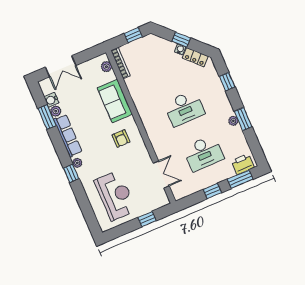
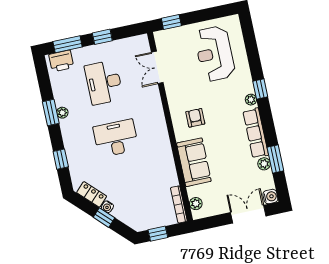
water cooler: (51, 100) -> (270, 197), moved
desk: (204, 153) -> (104, 82), turned -90
window: (147, 219) -> (171, 22), moved

